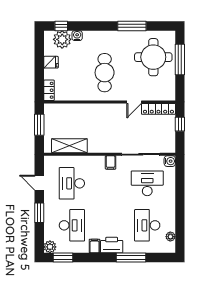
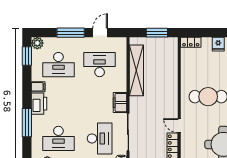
shelving: (69, 146) -> (136, 70), width x1.47
filing cabinet: (111, 162) -> (120, 103), width x2.00
window: (39, 213) -> (71, 33), width x1.44
desk: (147, 225) -> (58, 138), turned 180

